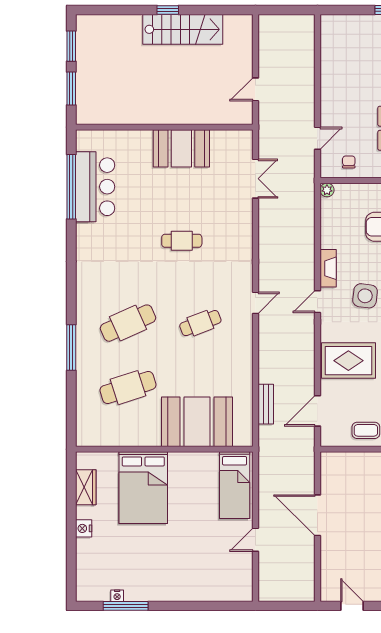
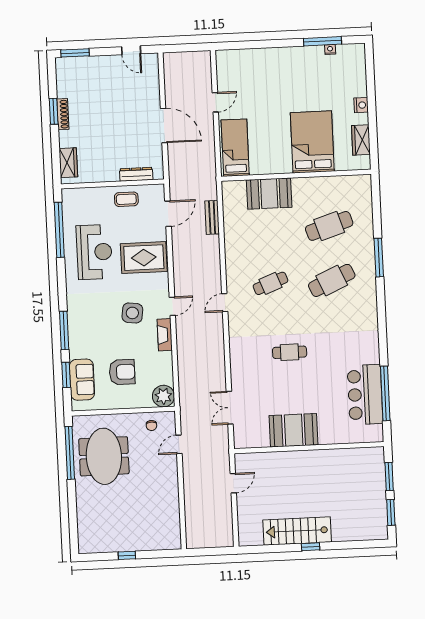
plant: (327, 190) -> (163, 396), width x1.87, depth x1.87
booth: (197, 422) -> (269, 194), width x0.73, depth x0.70
dresser: (353, 459) -> (136, 174), added

